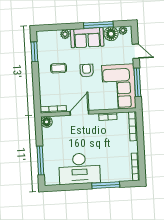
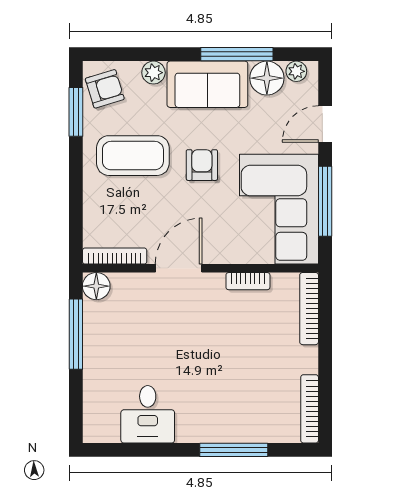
armchair: (46, 42) -> (105, 89), added
door: (136, 51) -> (325, 124), swing flipped
coffee table: (58, 68) -> (133, 156), width x1.86, depth x1.72
window: (40, 161) -> (76, 334), moved
desk: (79, 169) -> (148, 414), width x0.53, depth x0.77

